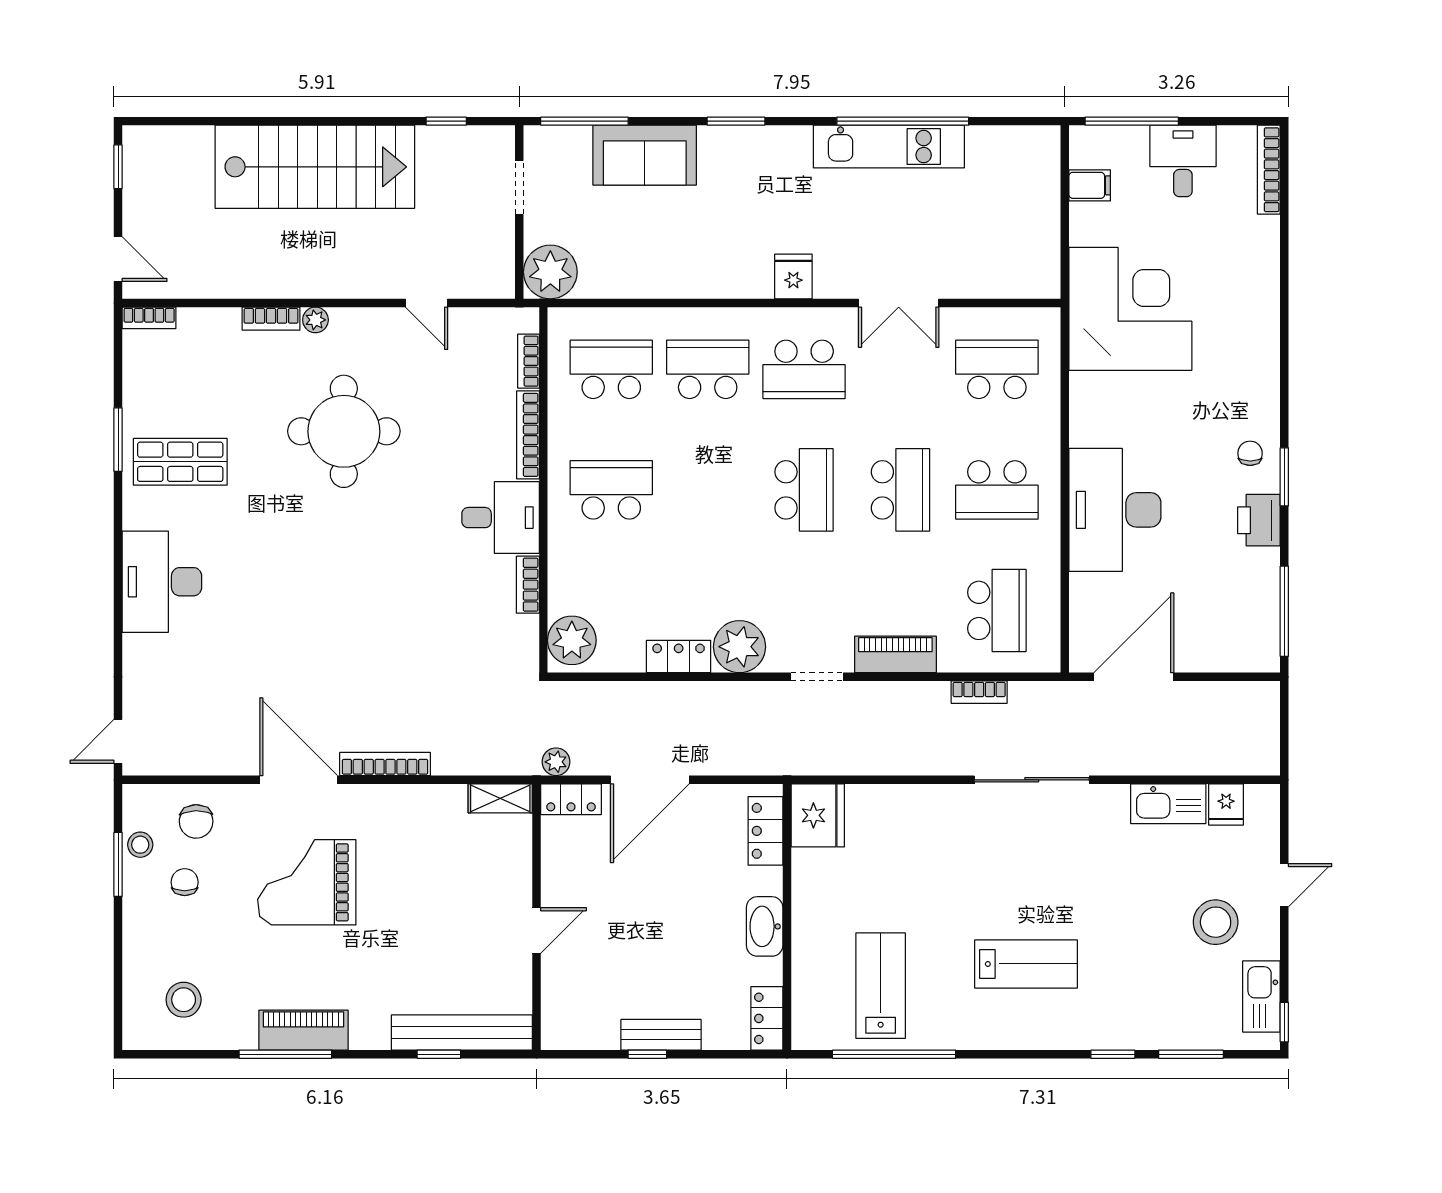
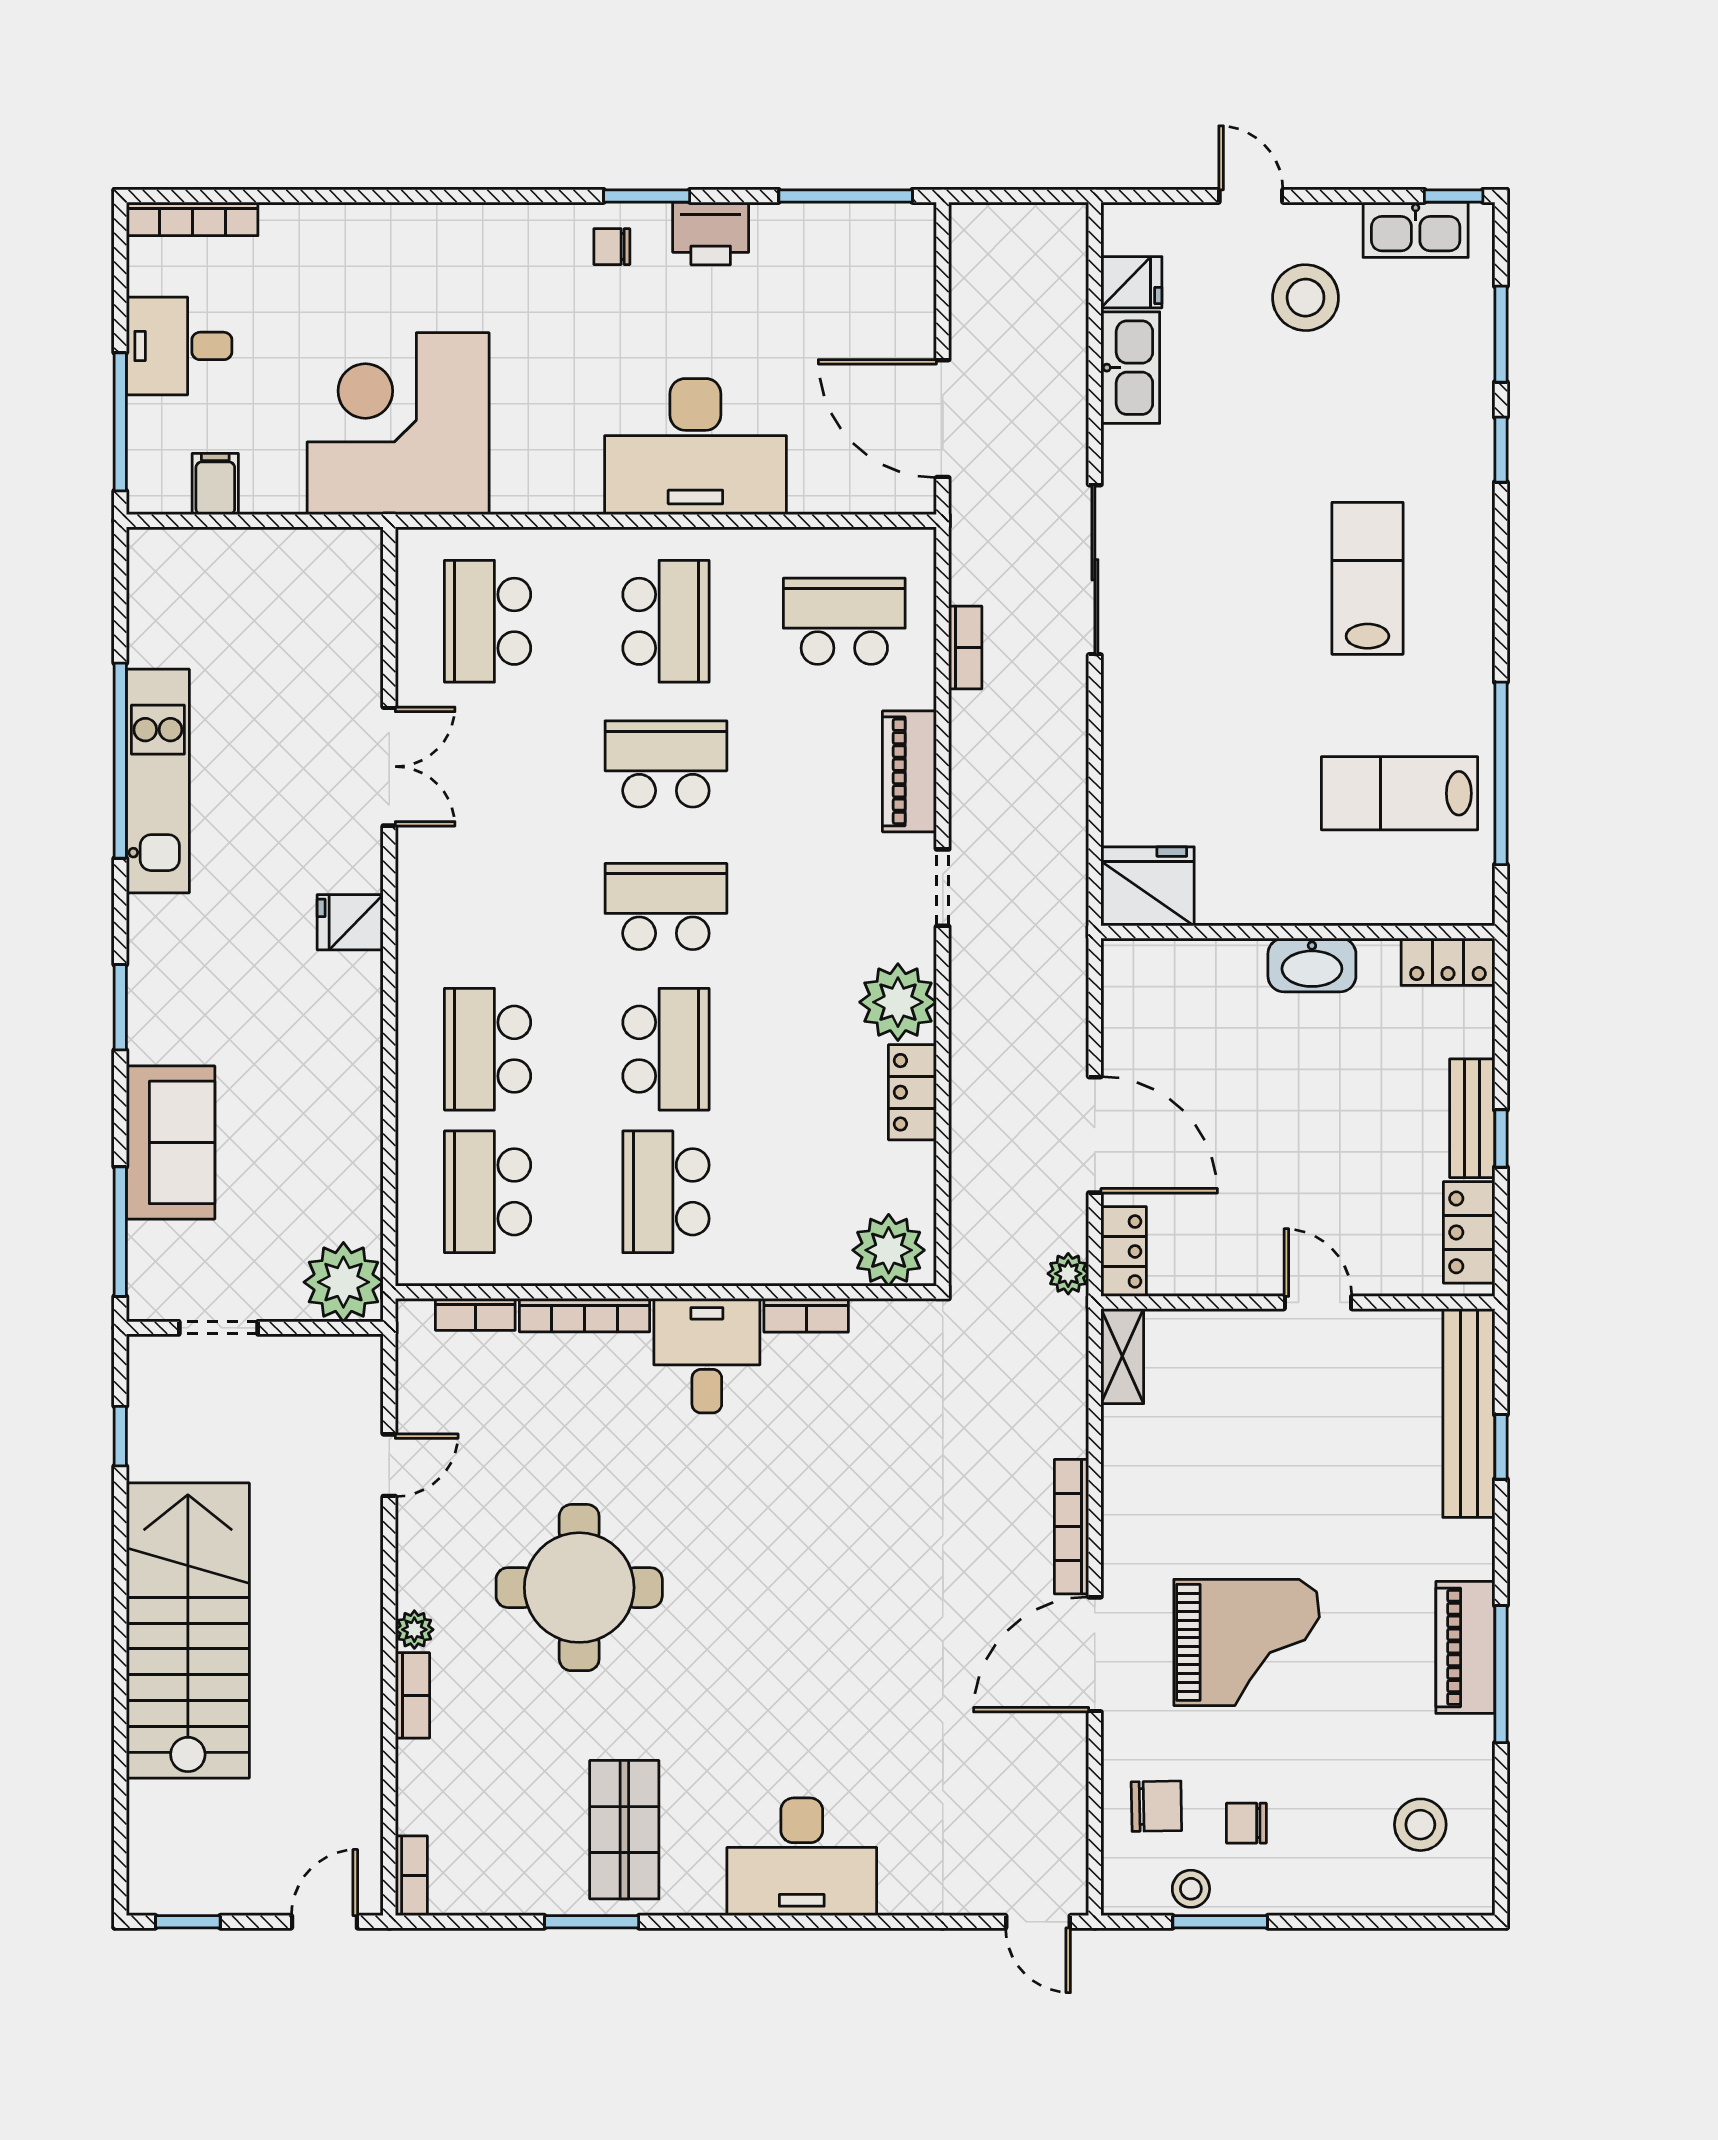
school desk: (804, 369) -> (666, 1049), moved
locker: (765, 831) -> (1469, 1232), moved, turned 90
grand piano: (307, 882) -> (1247, 1642), turned -90

